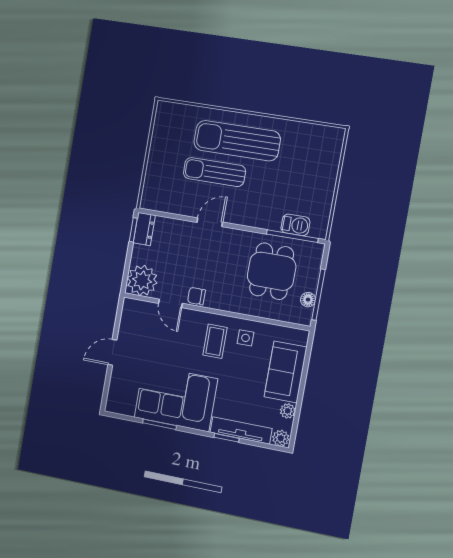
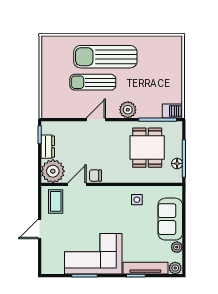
plant: (254, 216) -> (128, 110), added
barbecue: (295, 225) -> (172, 111), moved
dresser: (144, 229) -> (48, 147), moved
door: (170, 303) -> (77, 184), swing flipped
coffee table: (215, 341) -> (56, 201), moved

